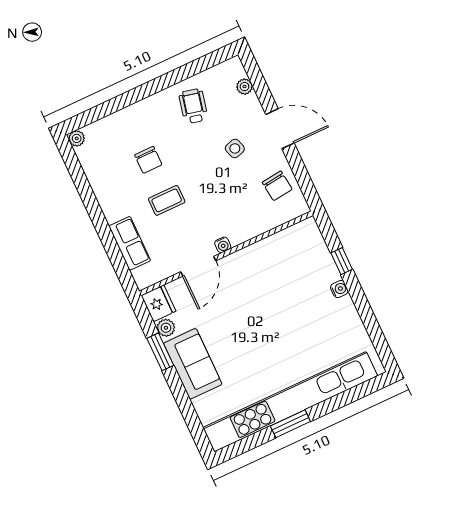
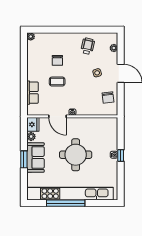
window: (342, 261) -> (121, 156), moved
door: (198, 266) -> (58, 116), hinge flipped
round table: (267, 323) -> (76, 155), added
window: (160, 352) -> (24, 159), moved
window: (290, 424) -> (66, 203), width x2.11

